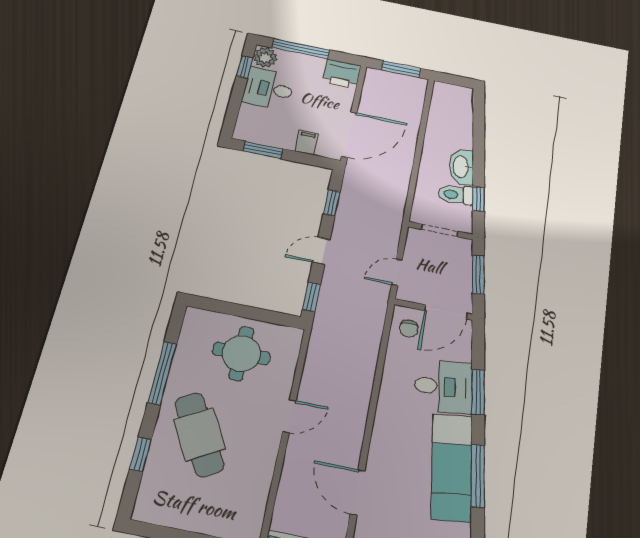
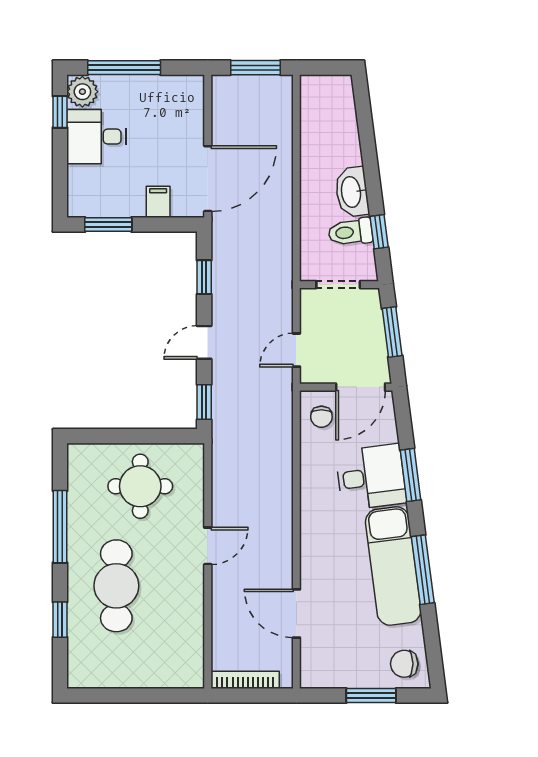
printer: (342, 74) -> (182, 93), removed
cafe table: (199, 434) -> (116, 586), turned 30

